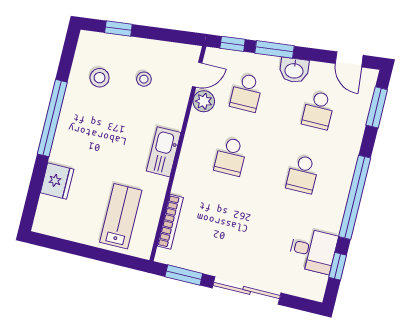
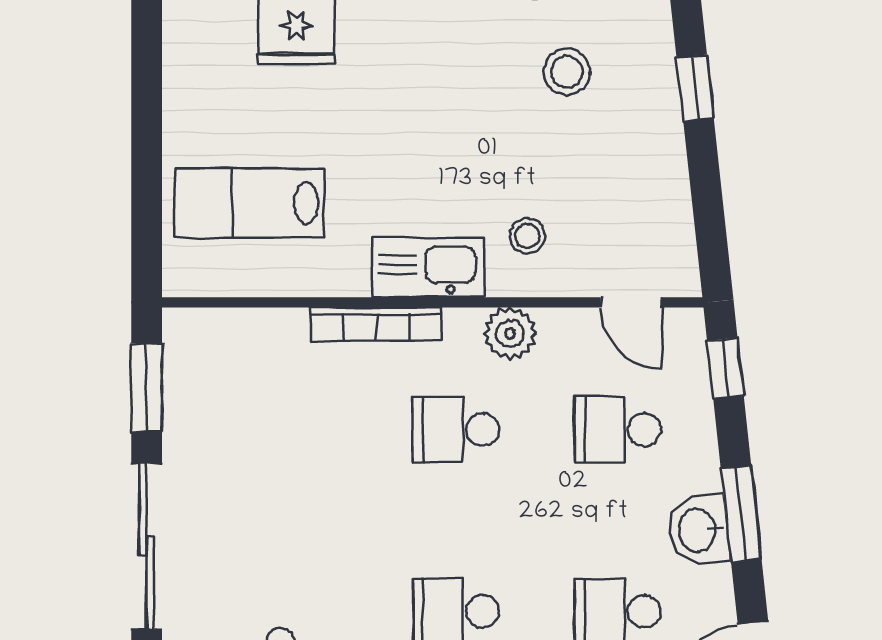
window: (274, 49) -> (741, 514), moved
stool: (144, 79) -> (527, 236), moved
plant: (204, 101) -> (510, 333), moved
lab bench: (121, 216) -> (250, 203), turned 180
bookcase: (170, 222) -> (376, 324), moved

